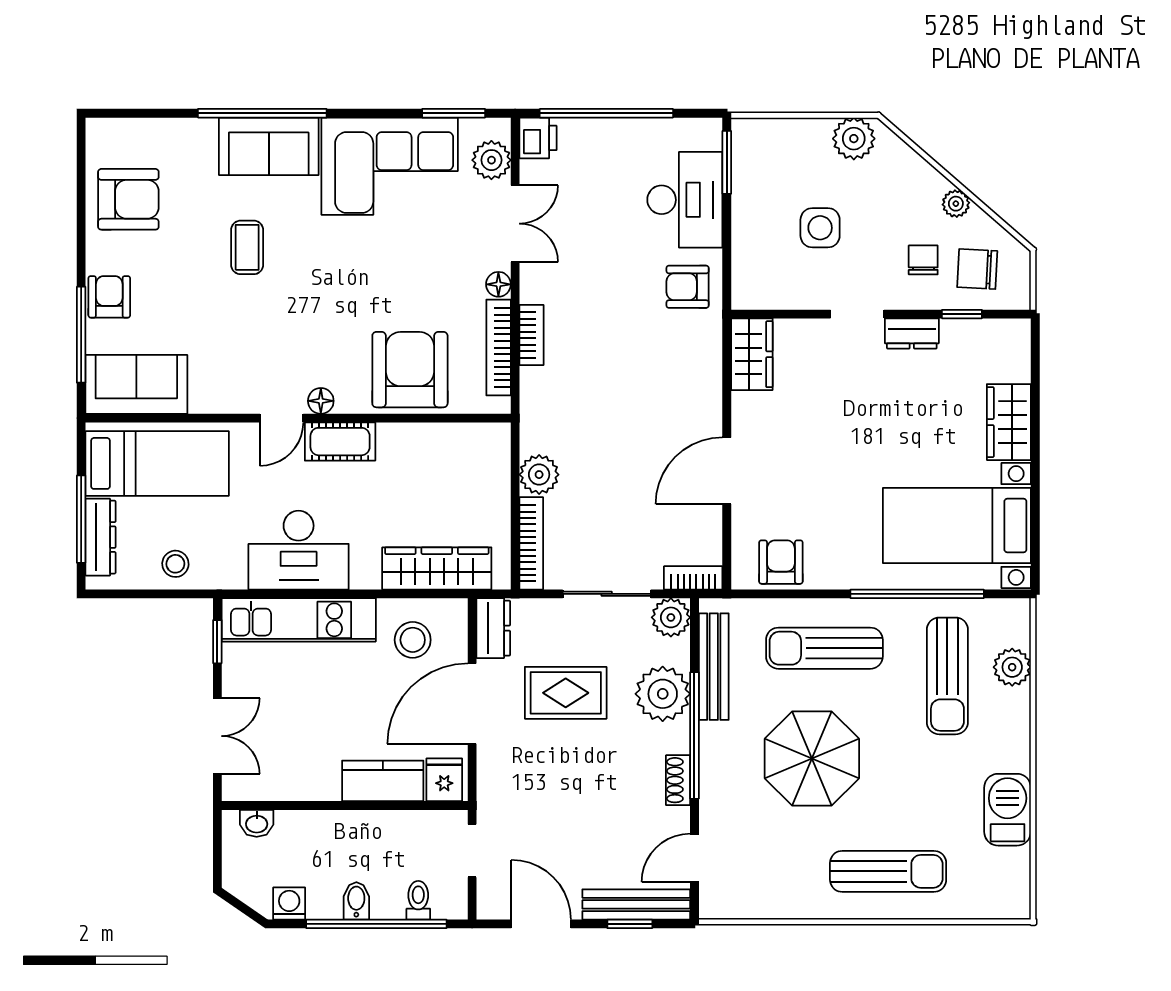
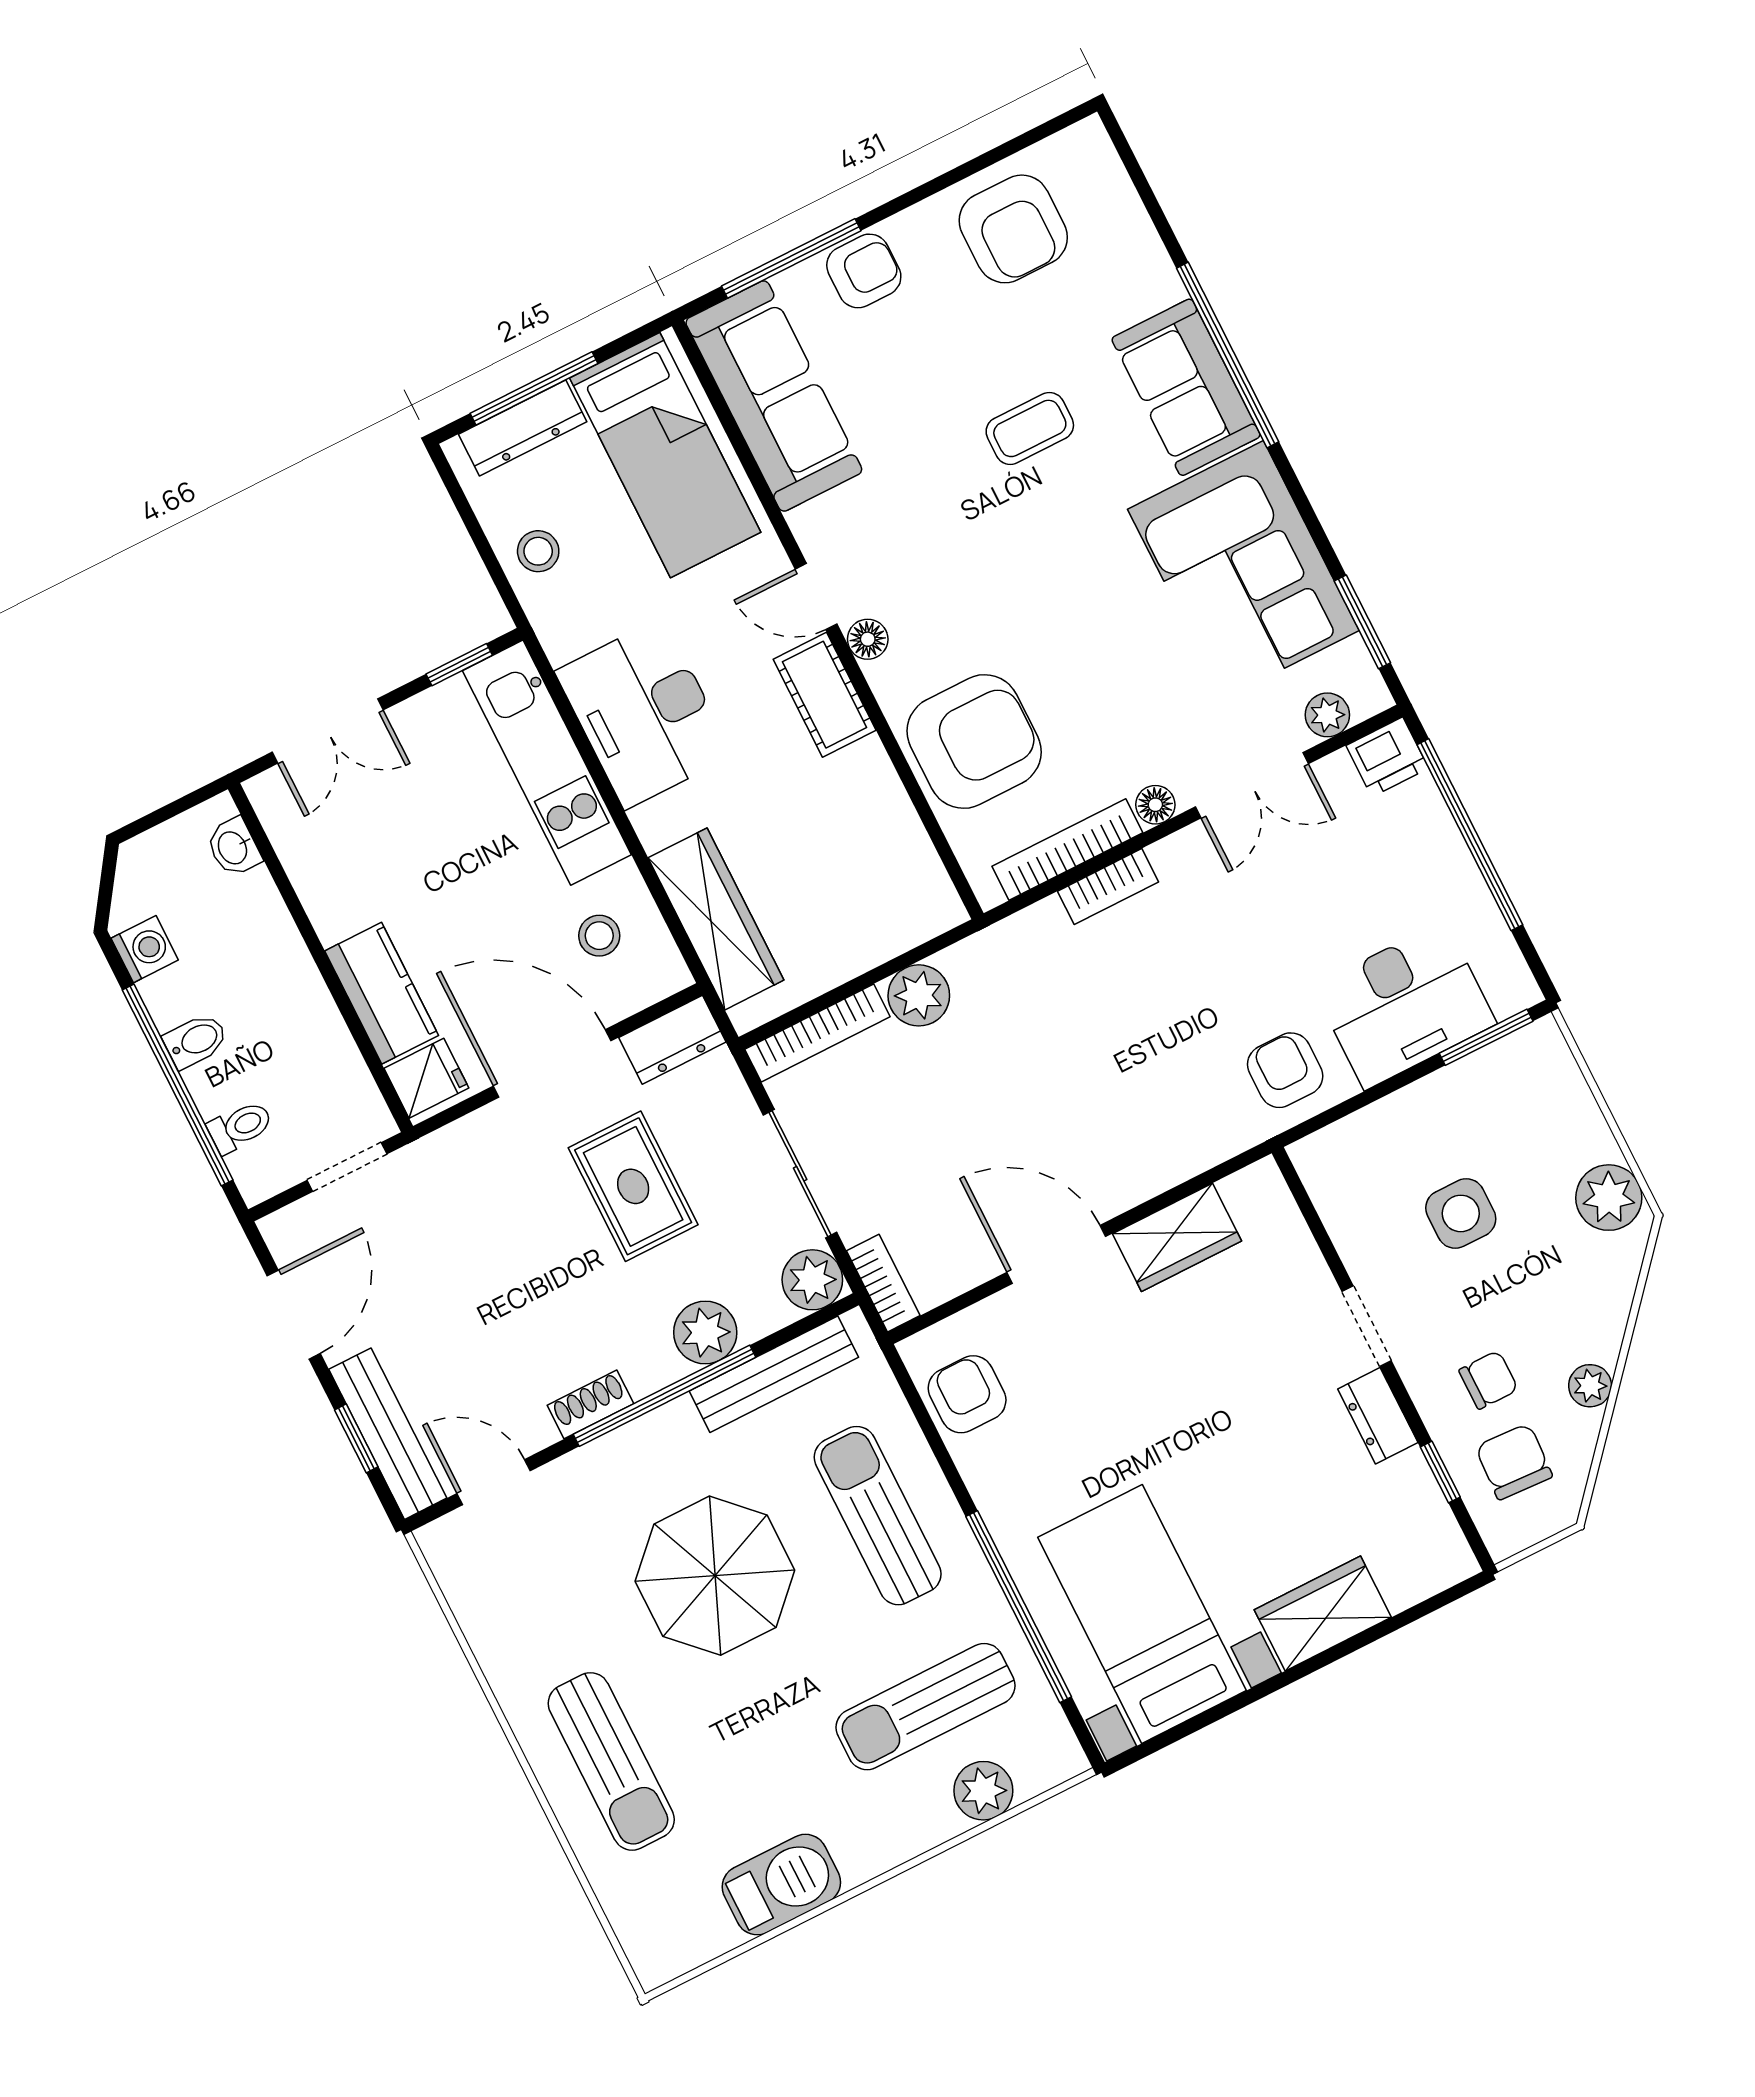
plant: (491, 160) -> (1327, 715), width x0.73, depth x0.73
wardrobe: (752, 354) -> (1177, 1237), moved
sofa: (136, 384) -> (774, 396), width x1.36
armchair: (781, 562) -> (967, 1394), turned -90
stool: (413, 640) -> (599, 936), width x0.73, depth x0.73
plant: (663, 694) -> (705, 1332), width x0.73, depth x0.73

